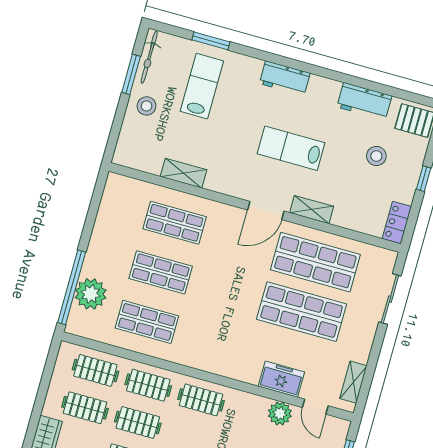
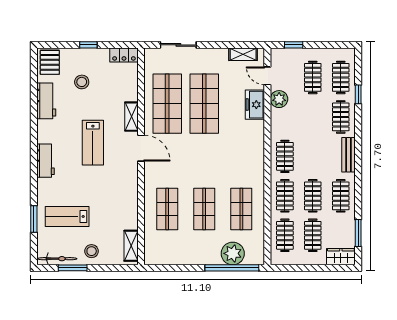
shelving: (183, 173) -> (131, 246), moved
door: (315, 407) -> (267, 76), swing flipped

